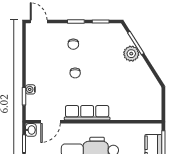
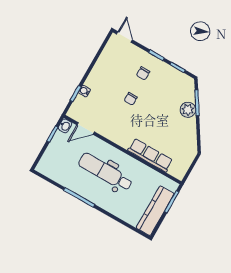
row of seats: (87, 113) -> (150, 155), moved

